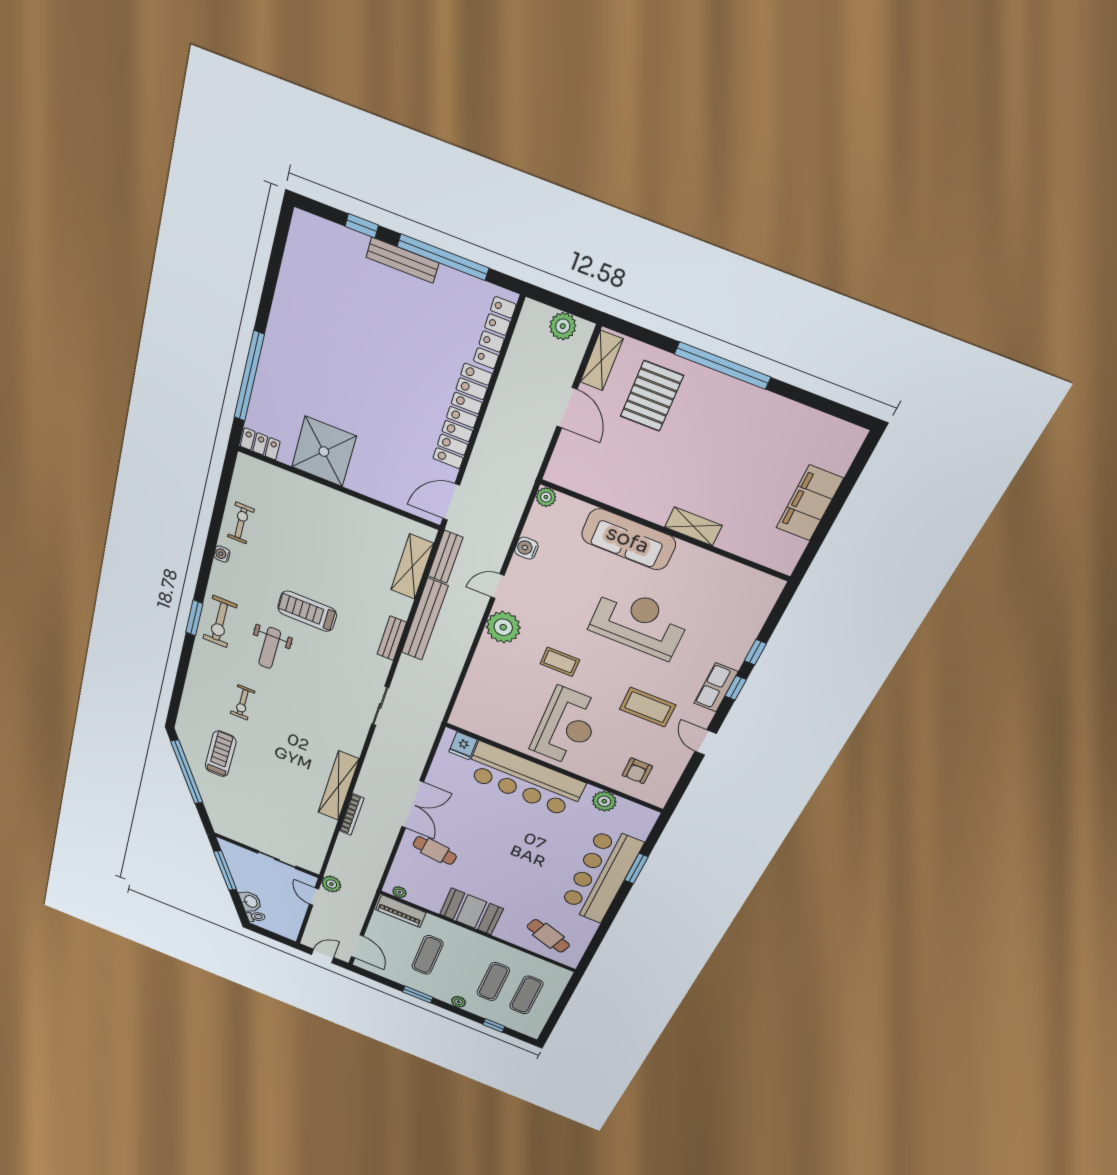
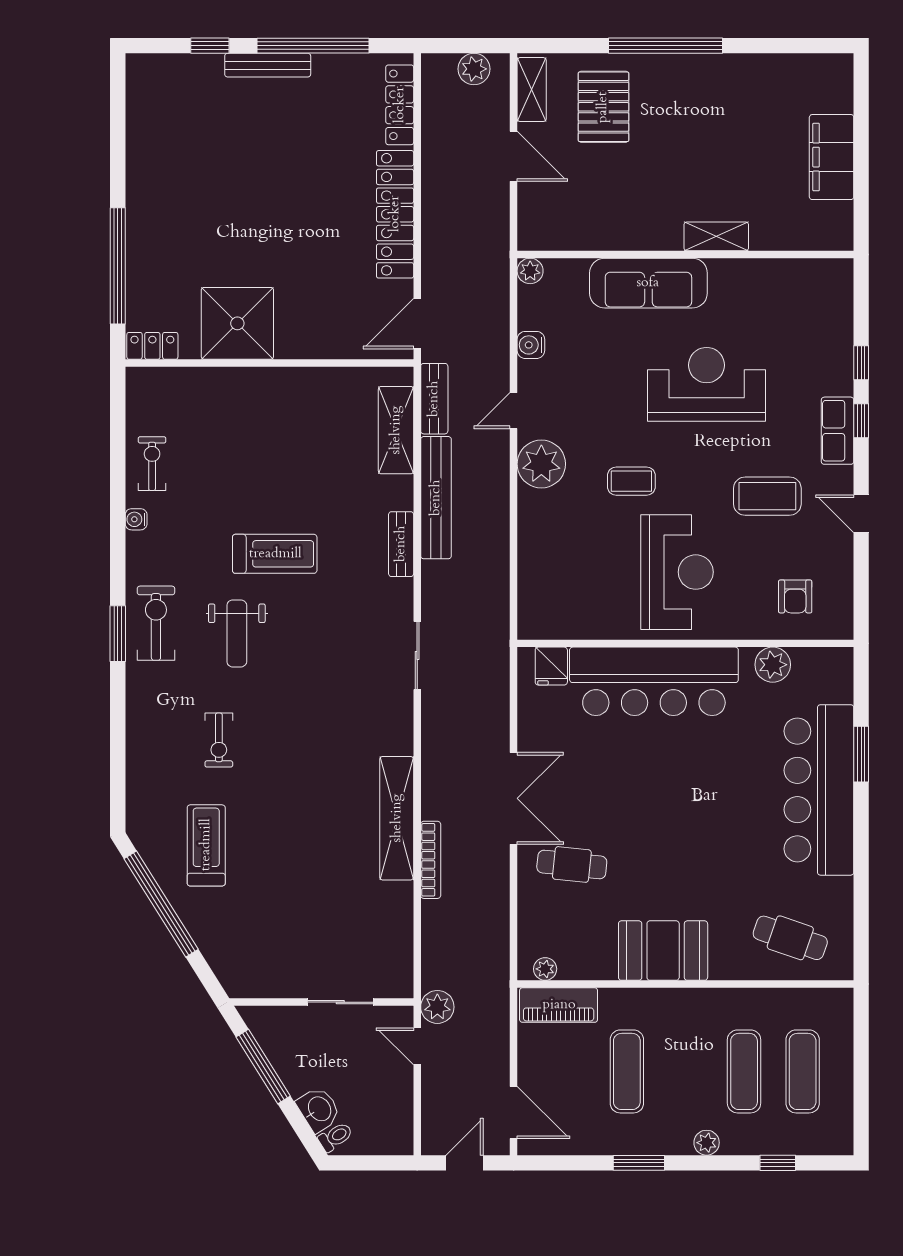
treadmill: (307, 611) -> (275, 554), turned 180
exercise bike: (220, 622) -> (156, 623), turned 180

